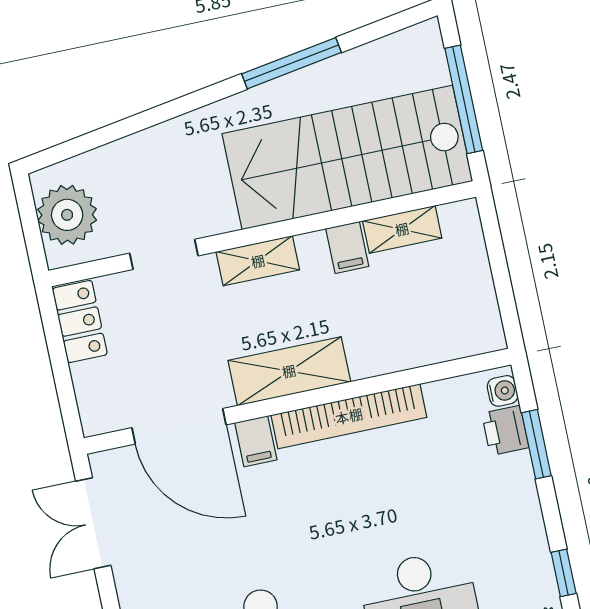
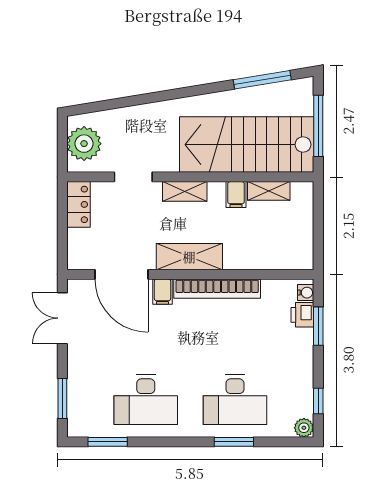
window: (291, 63) -> (262, 80), moved

